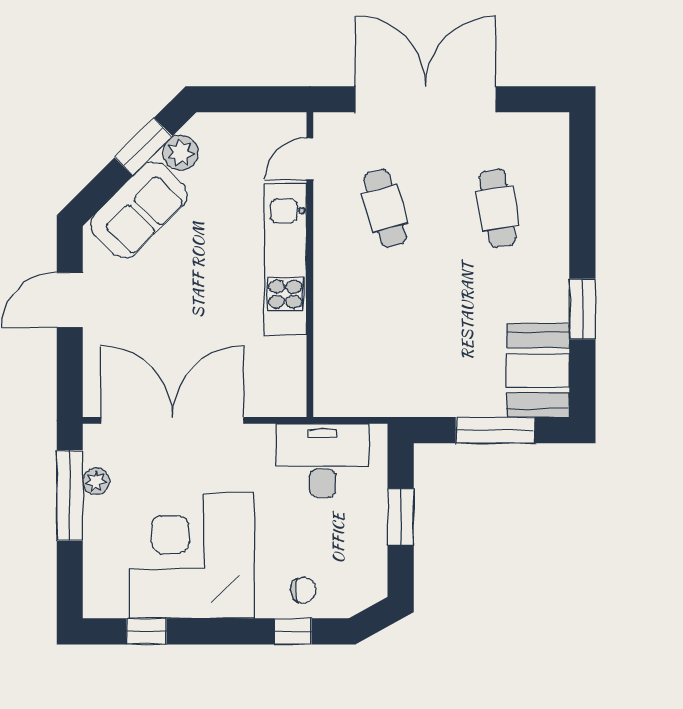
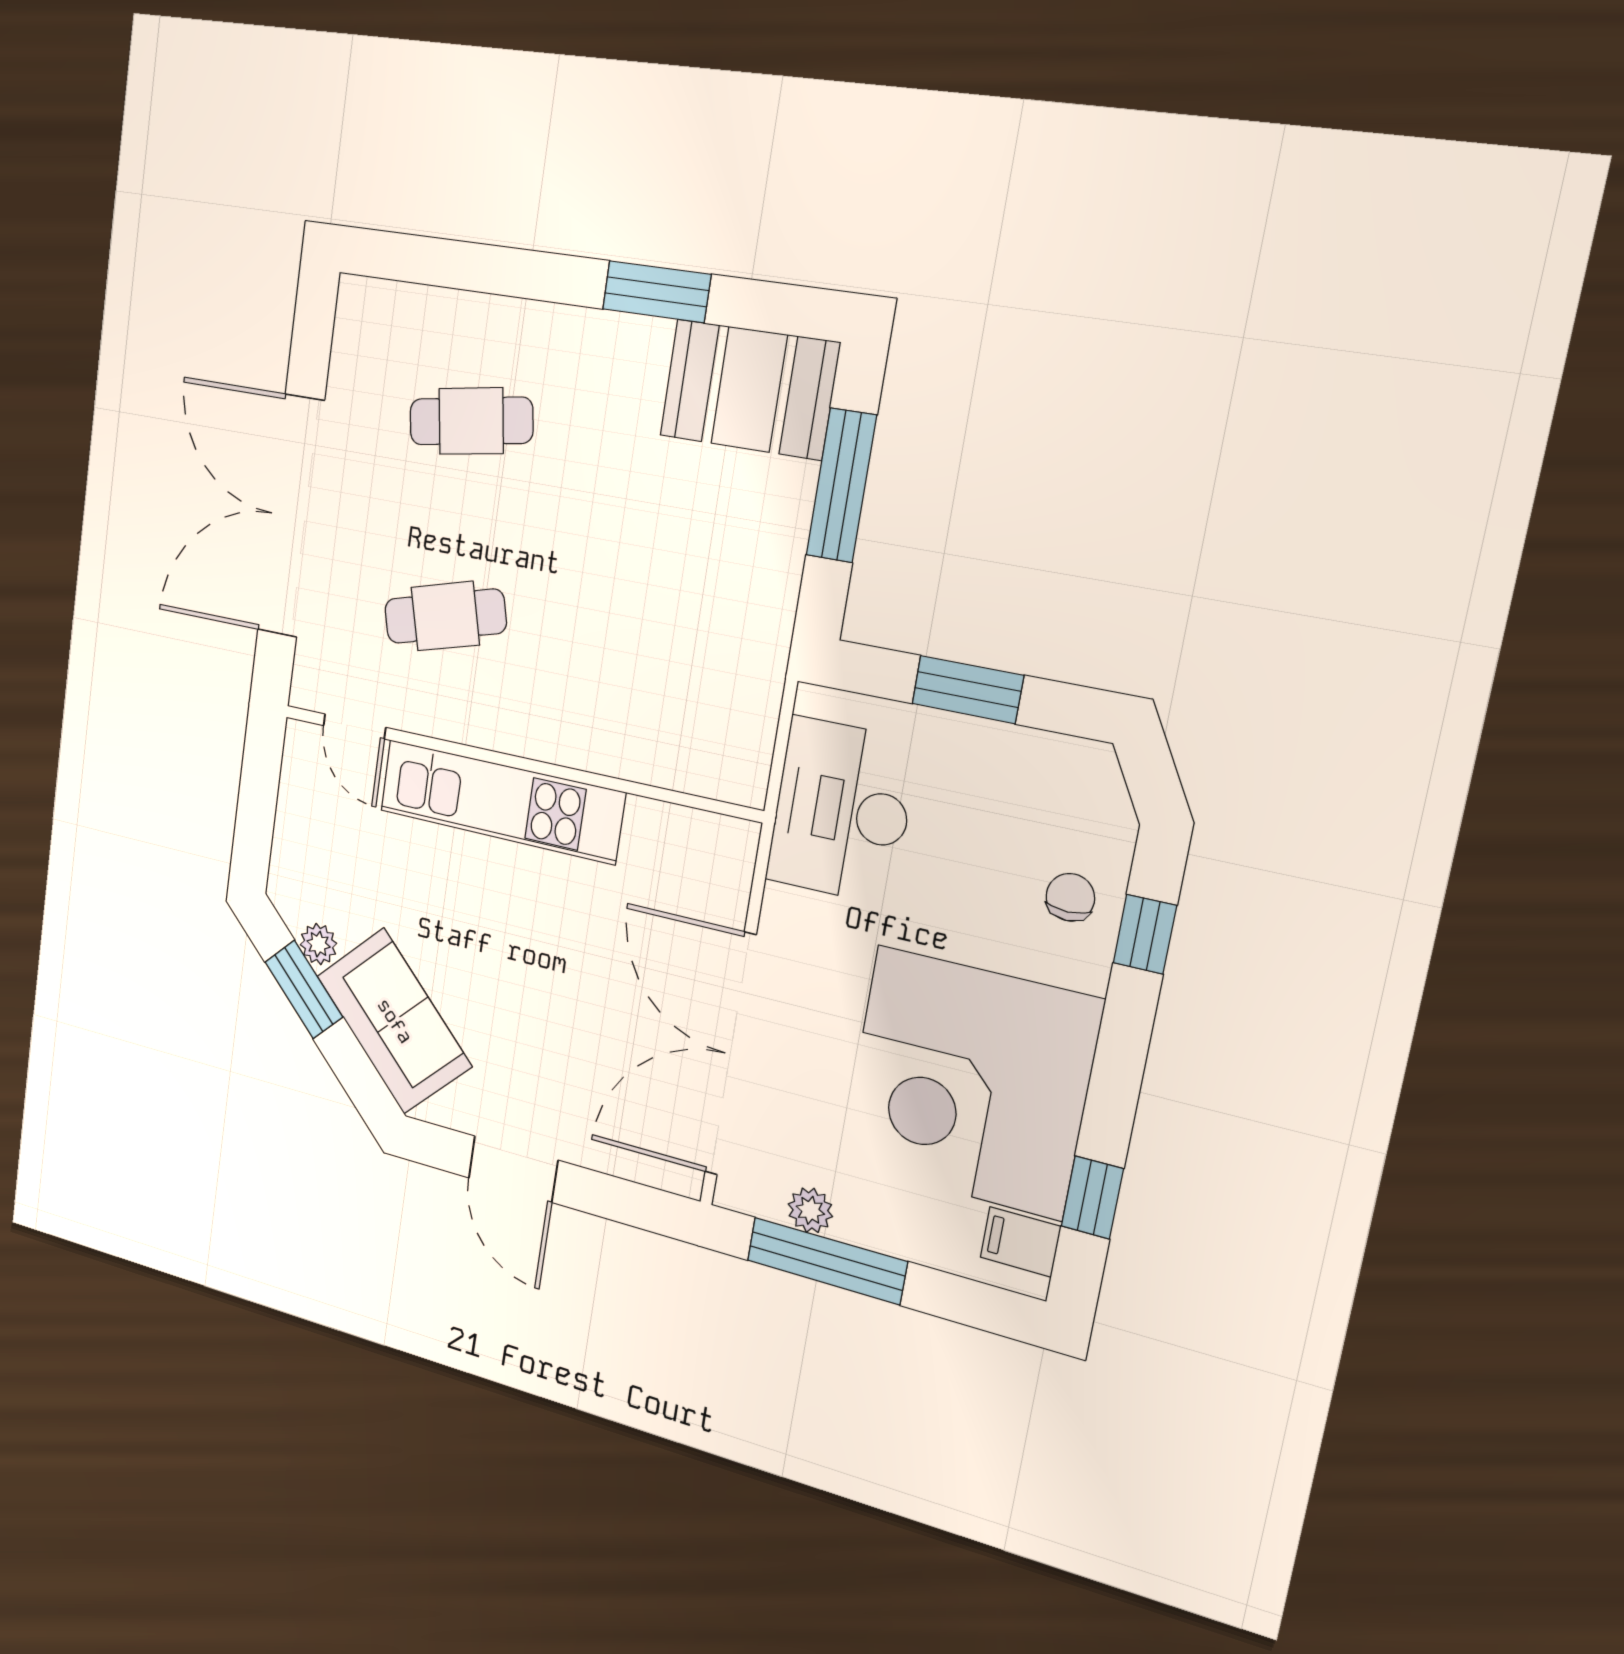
plant: (181, 153) -> (319, 944), width x0.73, depth x0.73
filing cabinet: (112, 599) -> (1021, 1242), added

